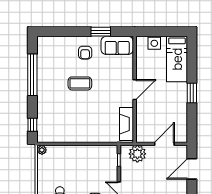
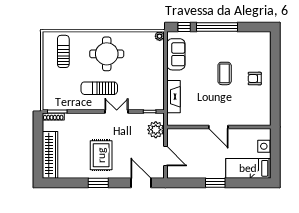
window: (101, 32) -> (275, 94), removed
sofa: (117, 45) -> (176, 54), moved, turned 180
window: (32, 75) -> (217, 27), moved
fireplace: (126, 124) -> (173, 97), moved, turned 90

